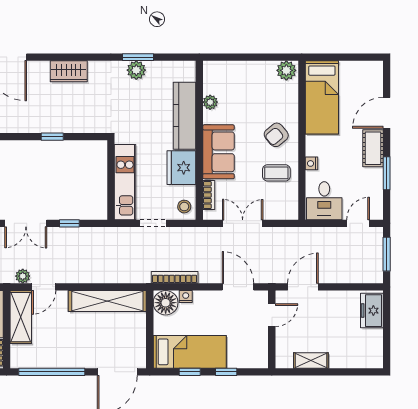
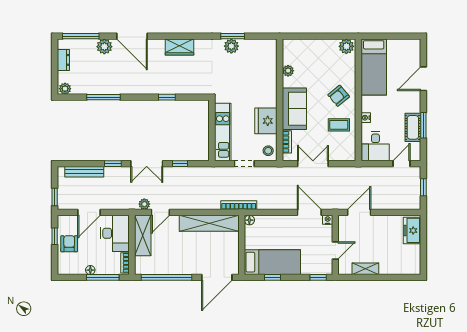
kitchen counter: (185, 116) -> (268, 81), removed
cot: (373, 148) -> (413, 127), moved
window: (387, 254) -> (423, 187), width x0.67
bookcase: (175, 277) -> (239, 205), moved
nightstand: (186, 297) -> (328, 220), moved
floor lamp: (166, 303) -> (249, 220), width x0.53, depth x0.53
door: (272, 315) -> (335, 251), moved
window: (226, 372) -> (318, 277), moved

